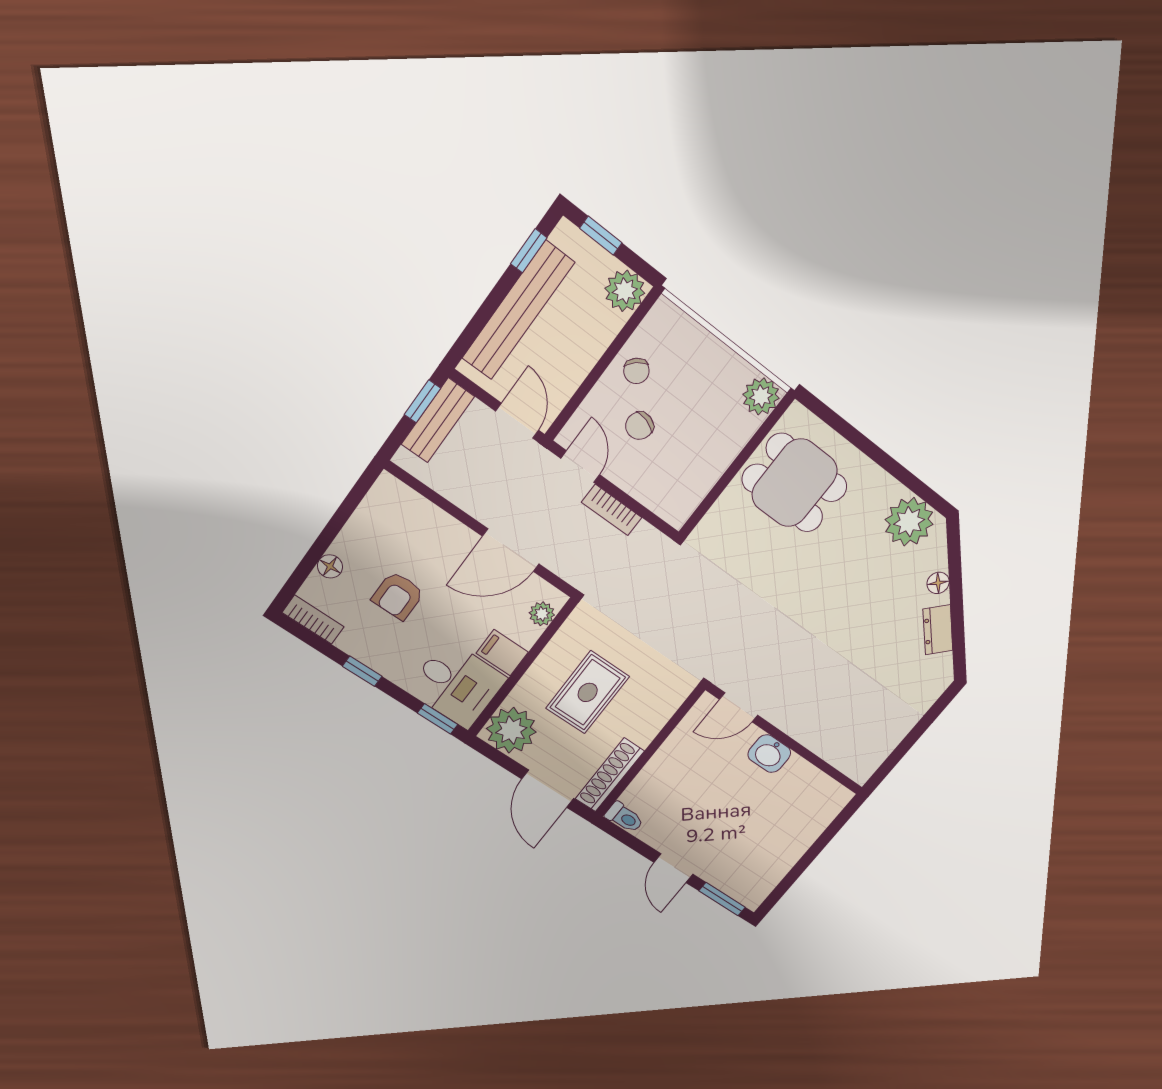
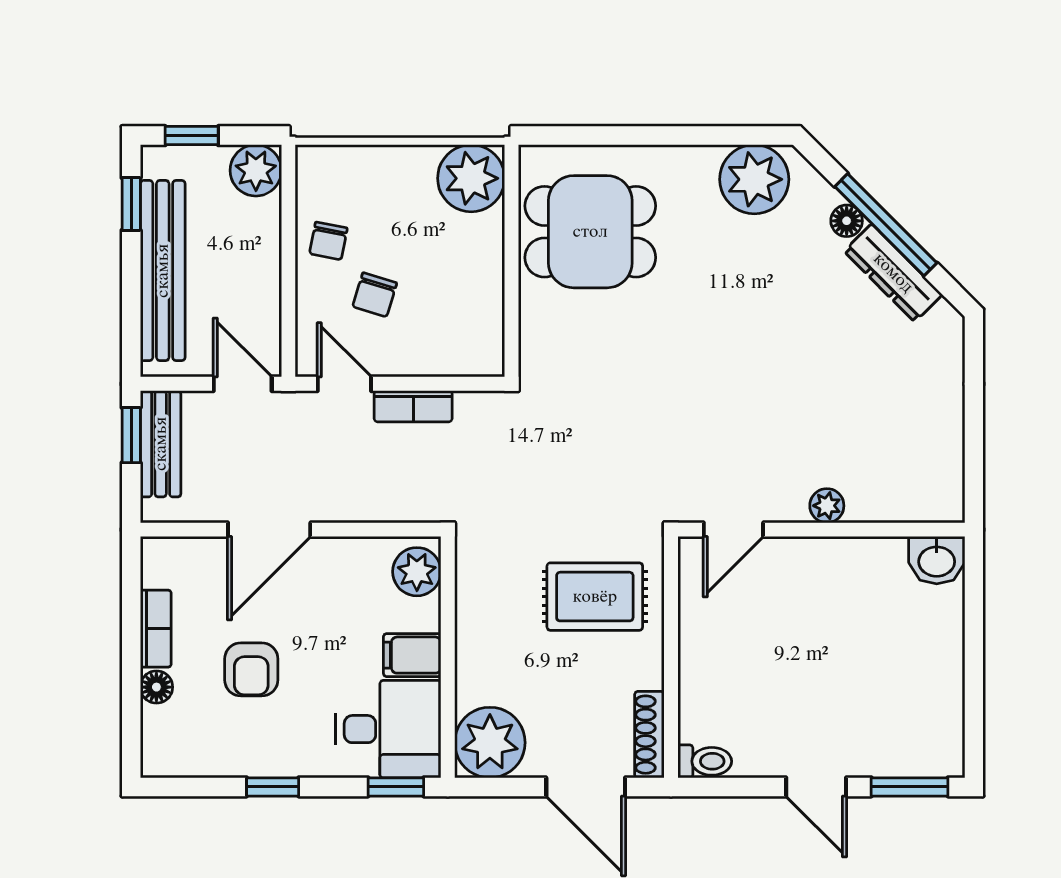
chair: (636, 371) -> (328, 241), turned 52
plant: (761, 396) -> (471, 178), width x1.36, depth x1.36
door: (511, 550) -> (269, 530), moved
window: (956, 601) -> (886, 225), added
plant: (542, 614) -> (417, 572), width x1.38, depth x1.38
bookcase: (313, 620) -> (156, 629), moved, turned 90
dresser: (938, 630) -> (893, 273), width x1.44
rug: (588, 692) -> (595, 597), moved, turned 90
plant: (799, 729) -> (827, 506), added
washbasin: (769, 754) -> (937, 560), moved
shoe rack: (610, 775) -> (649, 735), width x0.74, depth x0.81

